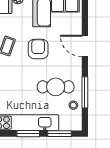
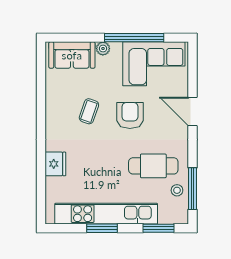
window: (85, 92) -> (192, 189), moved
window: (28, 134) -> (102, 228), moved

